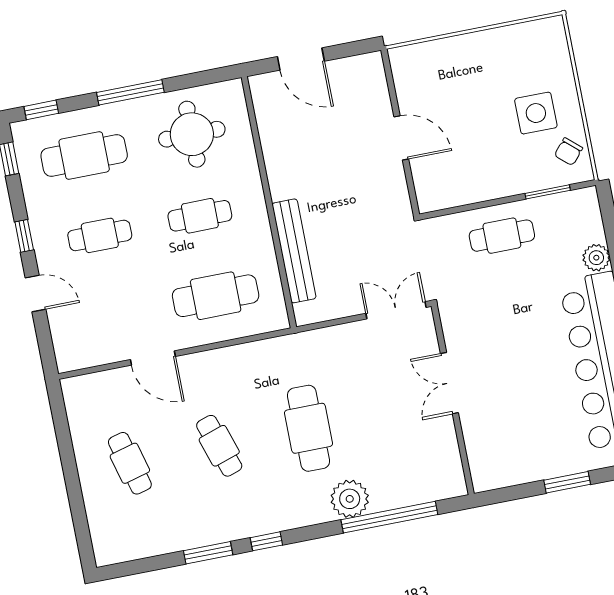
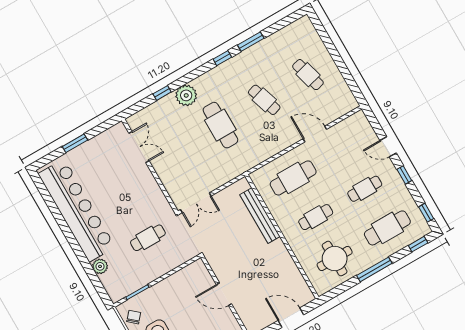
cafe table: (502, 236) -> (148, 238), moved
double door: (449, 383) -> (139, 147), moved
window: (389, 517) -> (162, 93), width x0.32

